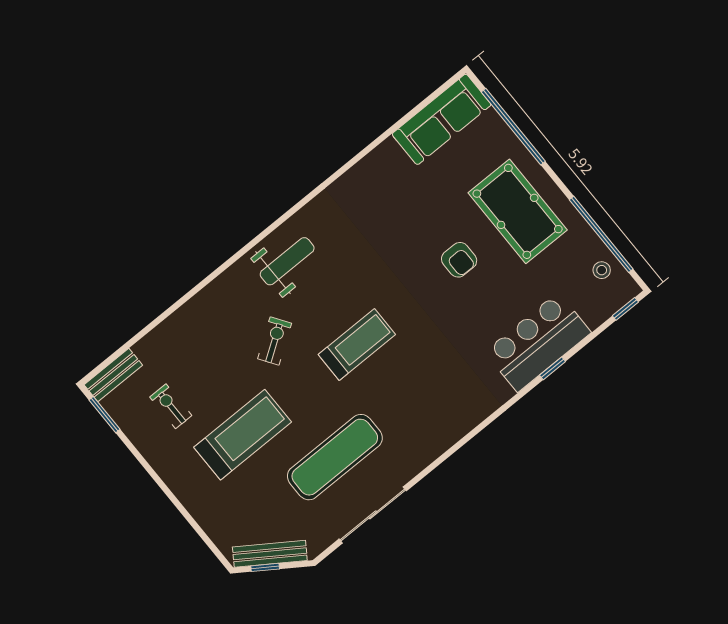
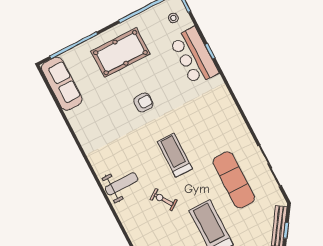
armchair: (459, 260) -> (143, 102), moved
weight bench: (287, 261) -> (122, 184), turned 90
stool: (602, 270) -> (173, 18), moved

